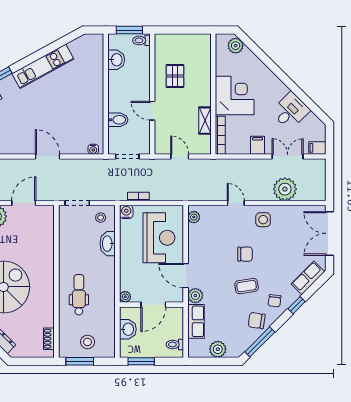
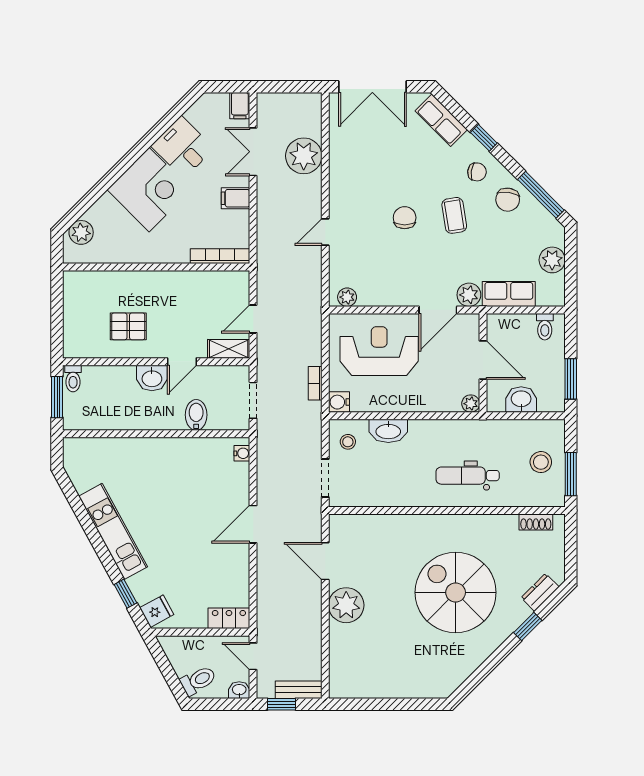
washbasin: (116, 60) -> (152, 378), moved, turned 180
corner desk: (235, 96) -> (149, 190), moved, turned 135
shelving: (205, 121) -> (229, 349), moved
side table: (263, 220) -> (351, 190), removed

